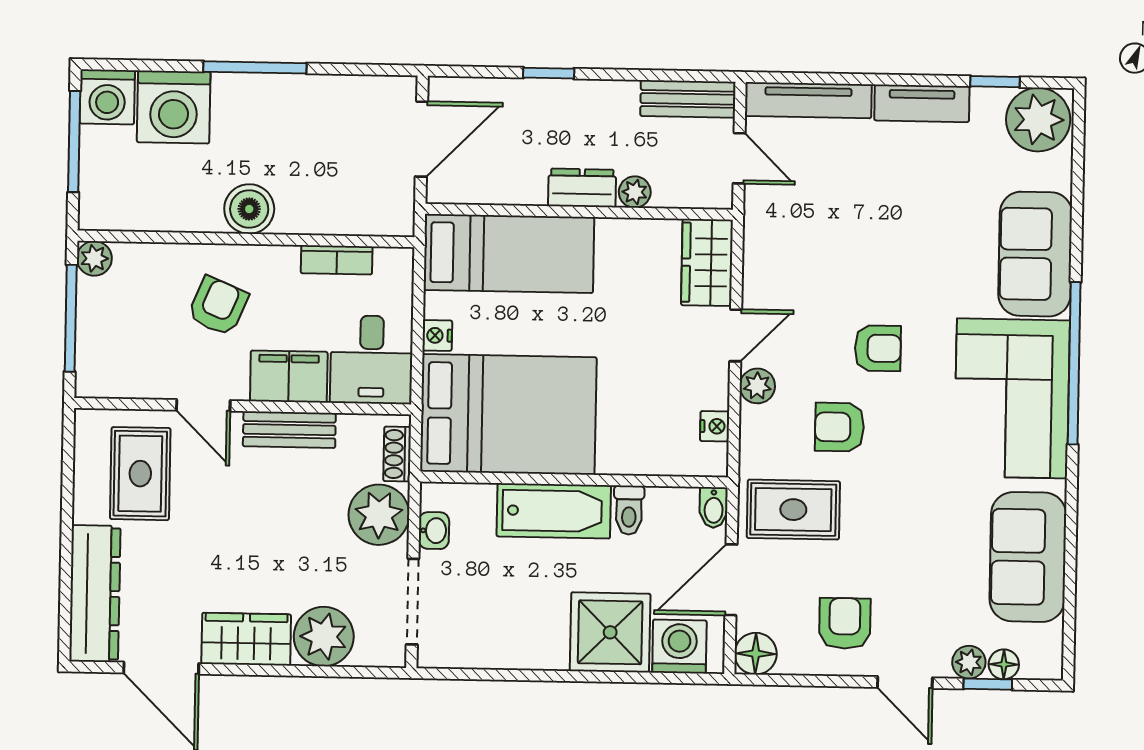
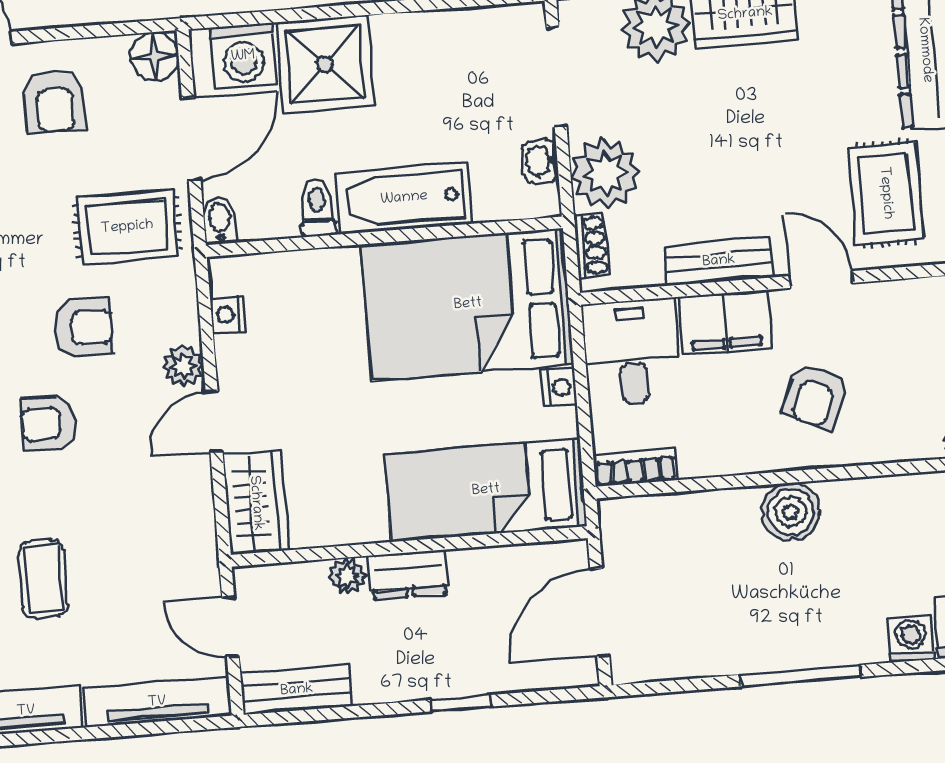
washing machine: (174, 107) -> (911, 639), width x0.53, depth x0.53
coffee table: (895, 215) -> (43, 579), added
bookcase: (337, 260) -> (635, 467), moved

